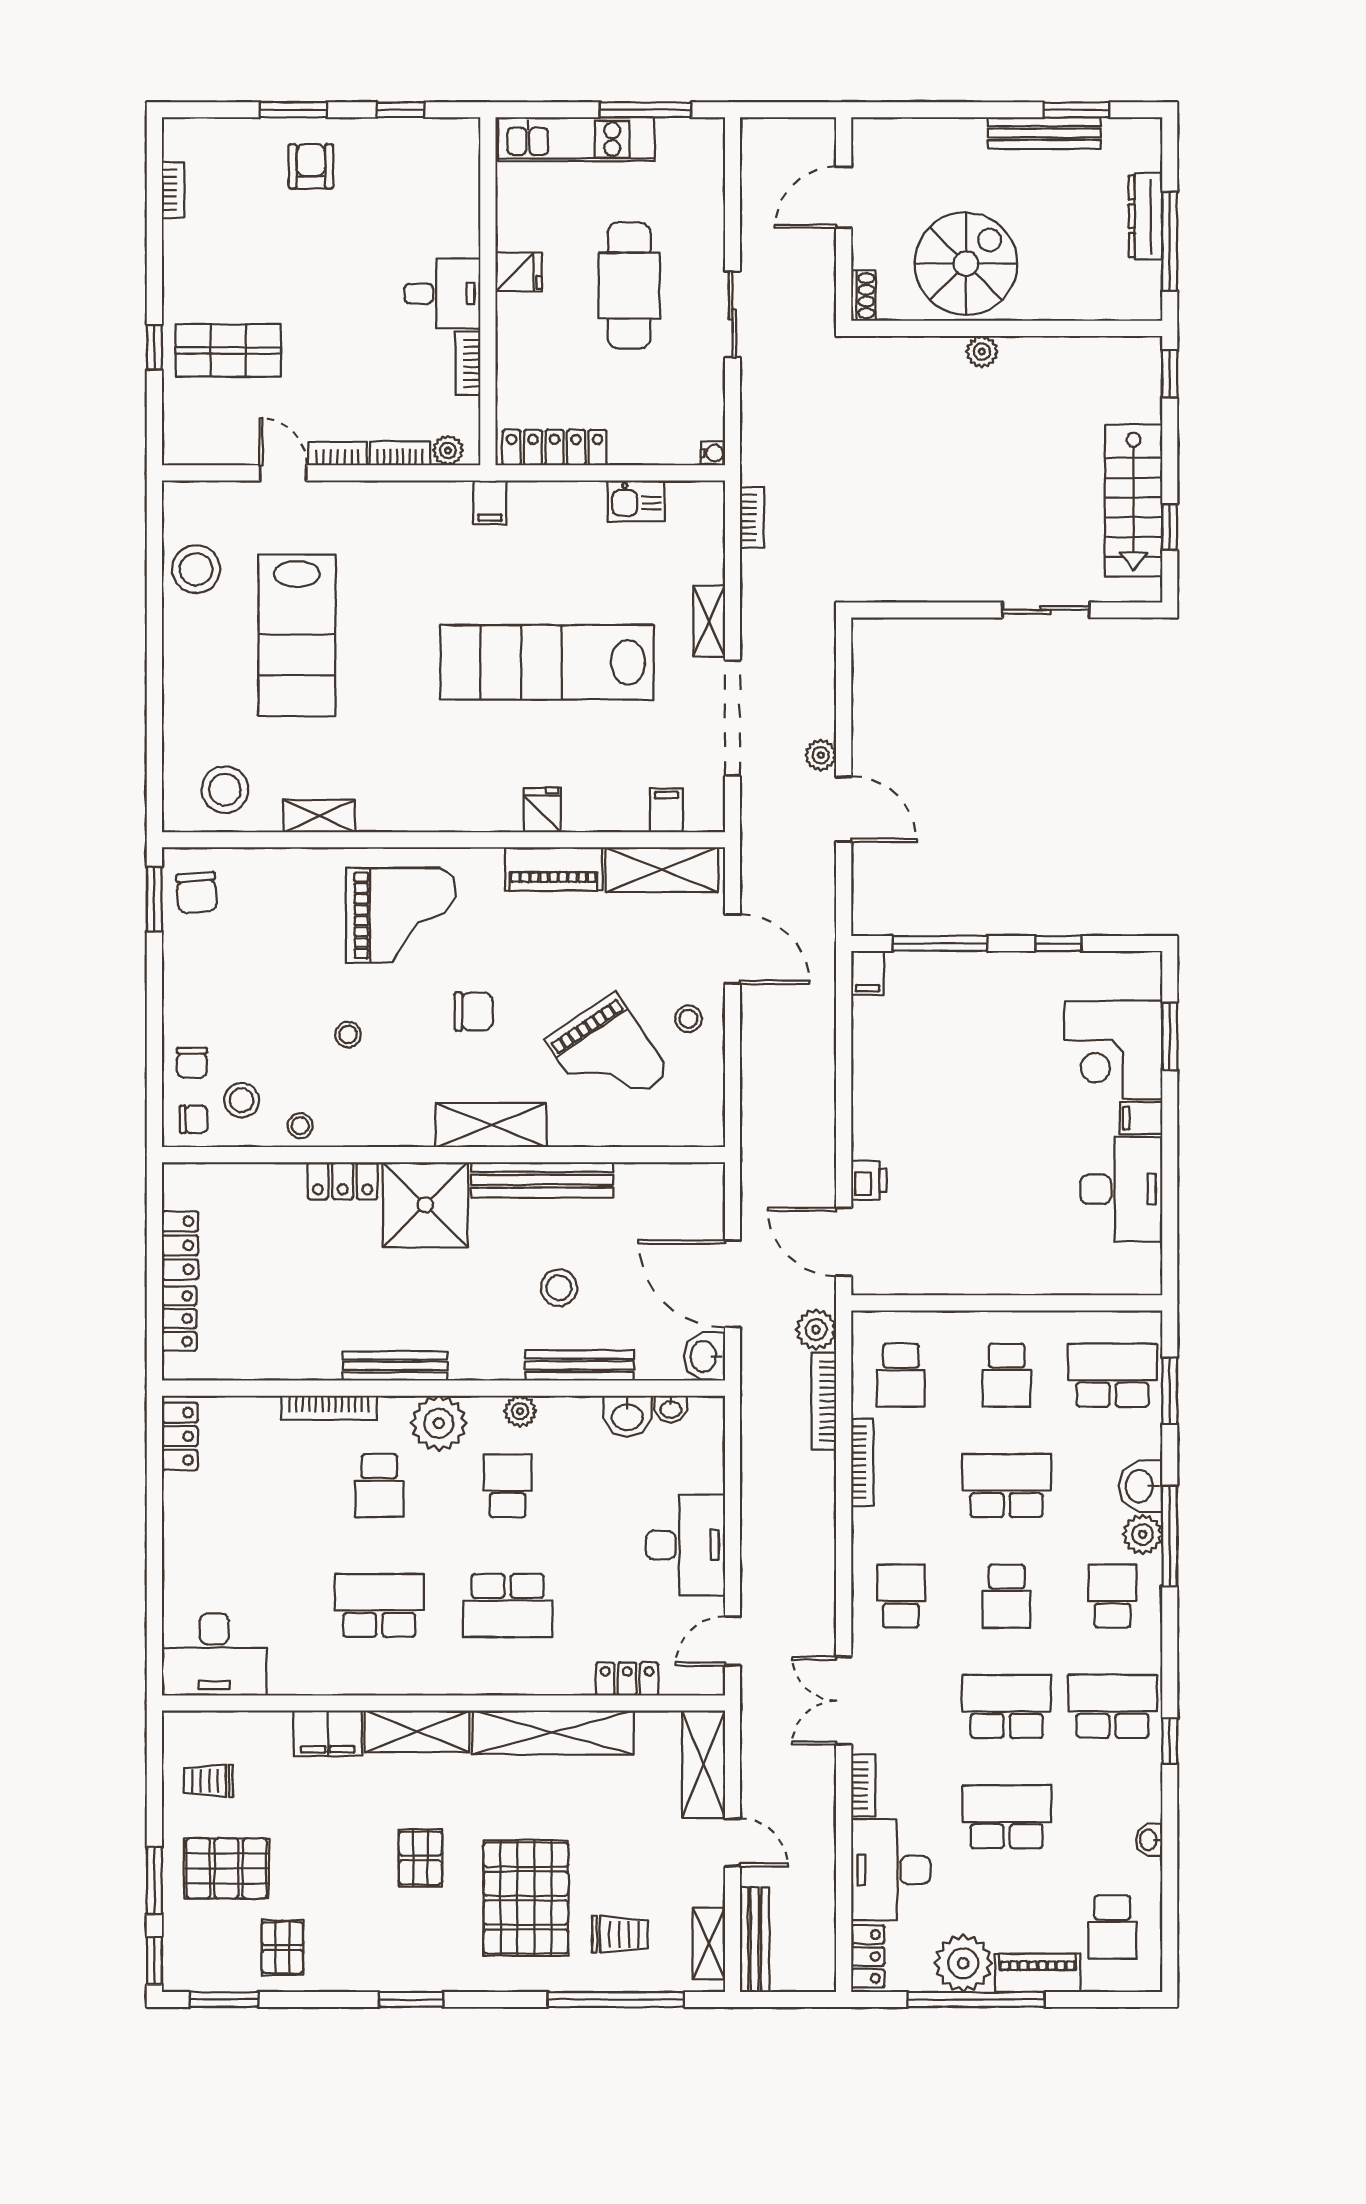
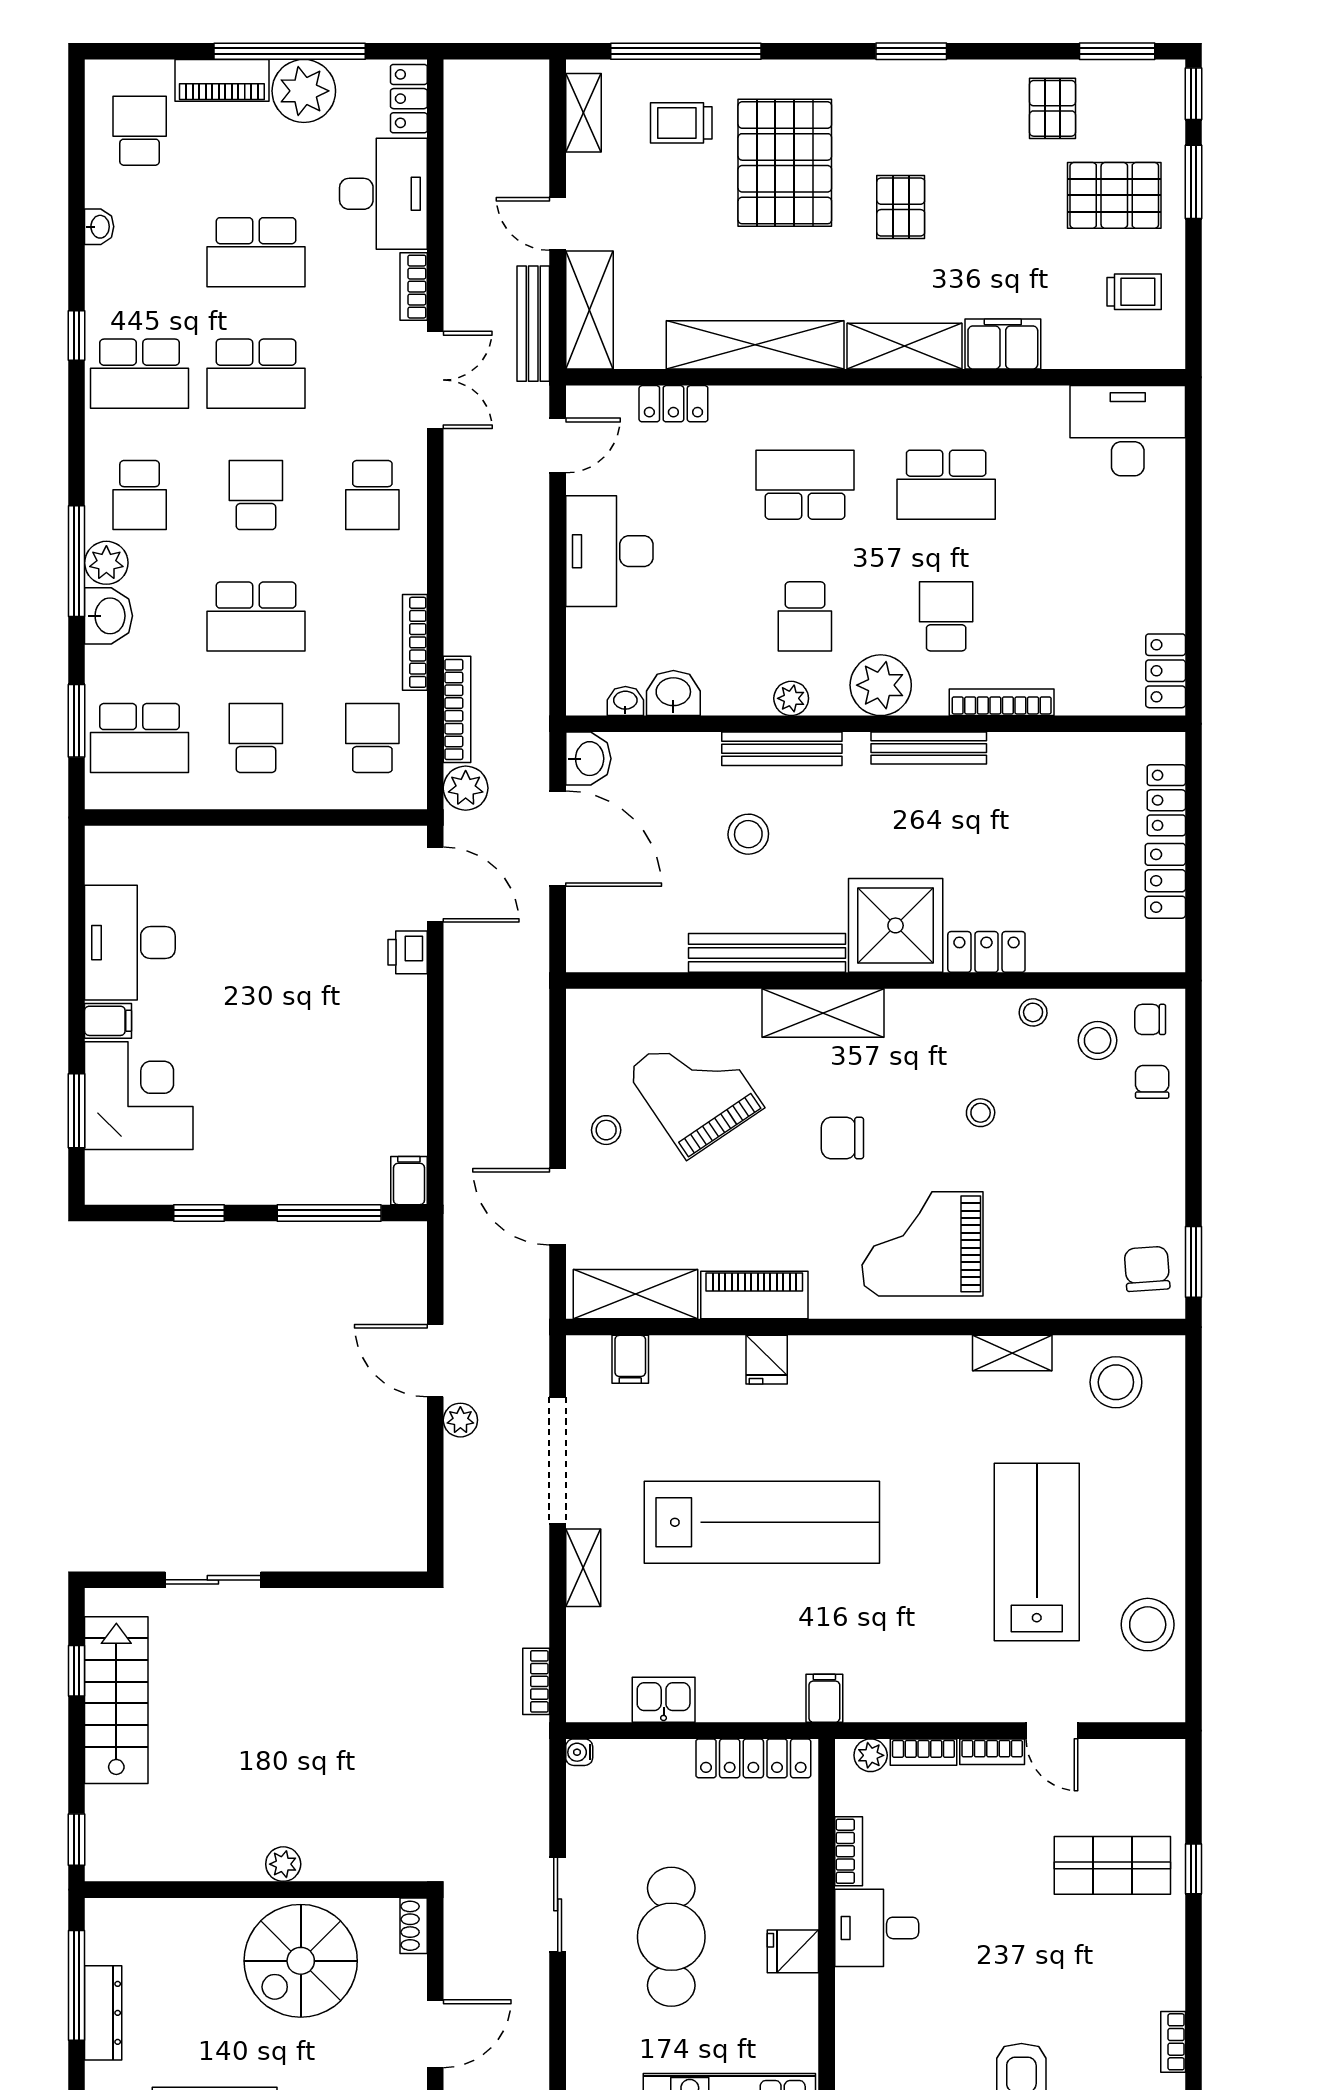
bench: (580, 1365) -> (782, 749), moved
bench: (755, 1940) -> (533, 324), moved

